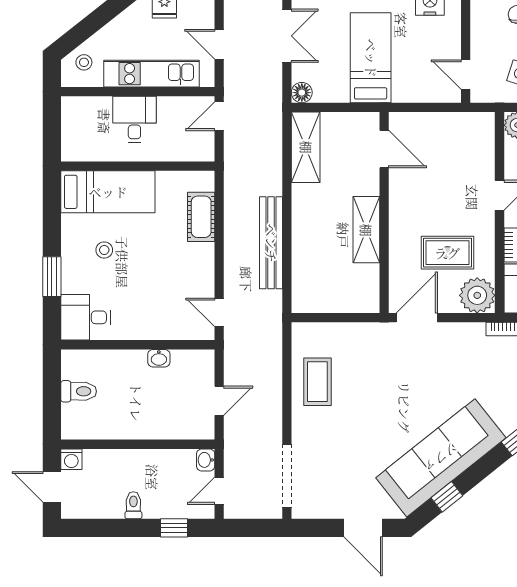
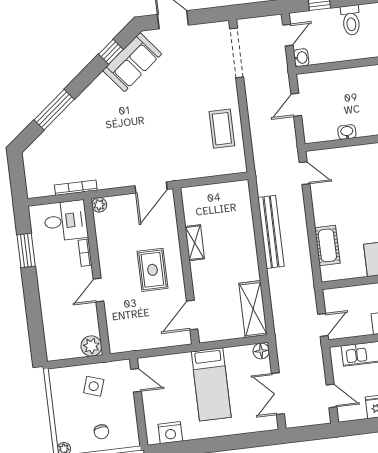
door: (219, 44) -> (331, 396), moved
door: (384, 149) -> (192, 315), hinge flipped
shelving: (366, 230) -> (195, 243), width x0.67, depth x0.75
rug: (447, 253) -> (152, 270), moved, turned 90
plant: (477, 295) -> (99, 205), width x0.53, depth x0.53
sofa: (441, 458) -> (132, 62), width x0.54, depth x0.79
toilet: (133, 505) -> (351, 20), width x1.37, depth x1.39

